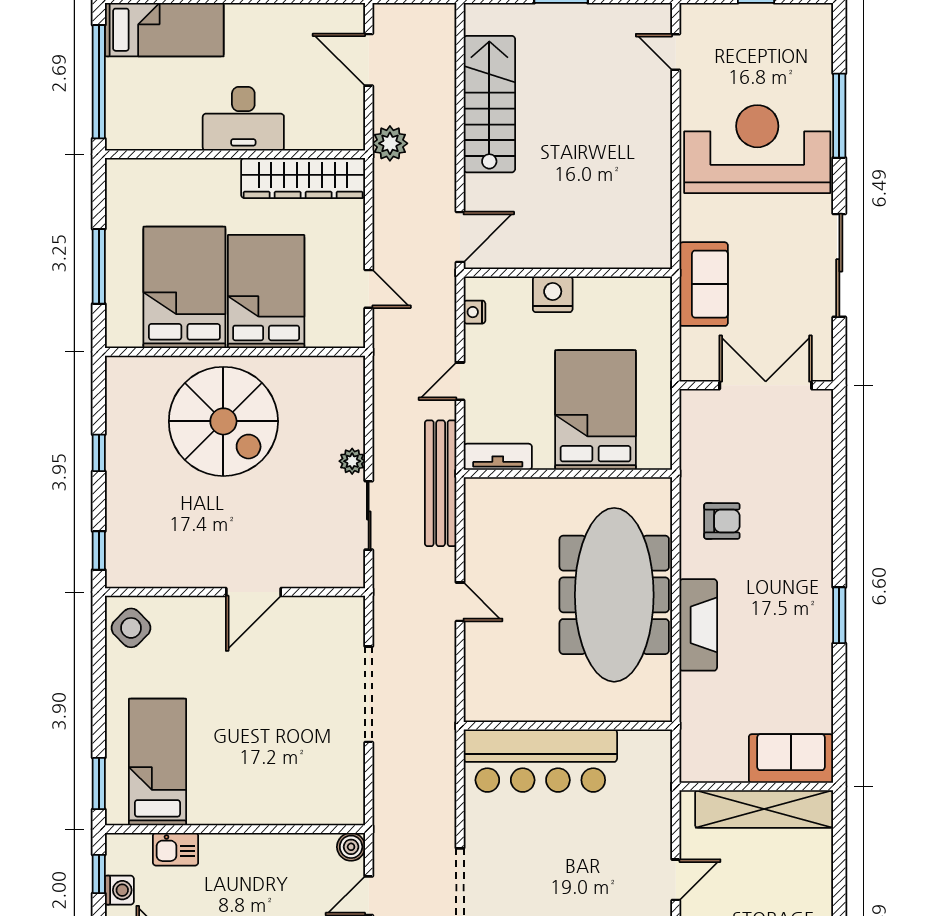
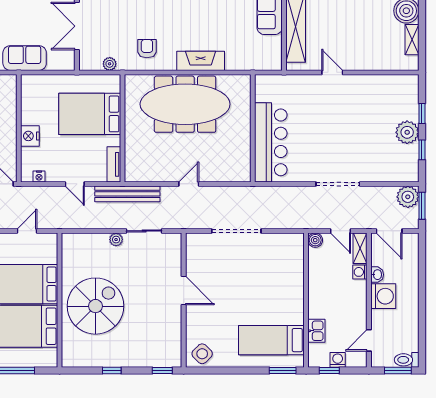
plant: (692, 449) -> (110, 64), added

